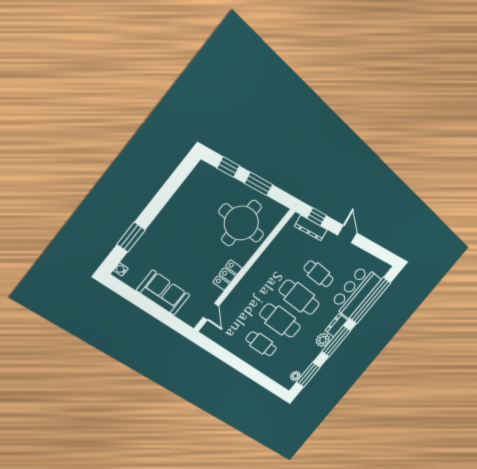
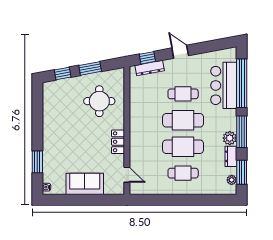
round table: (241, 223) -> (99, 101), width x0.73, depth x0.73
dresser: (336, 325) -> (231, 156), moved

